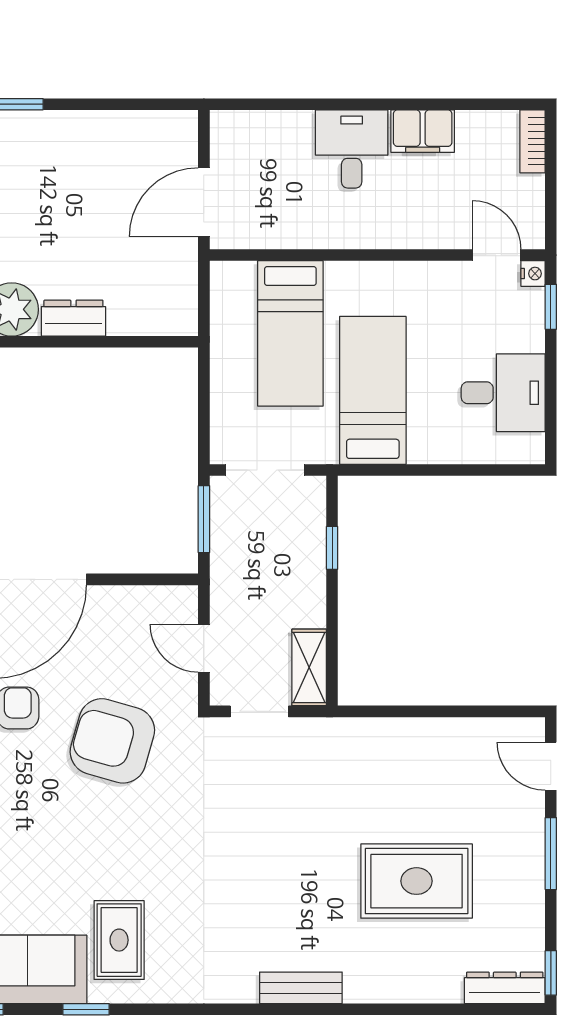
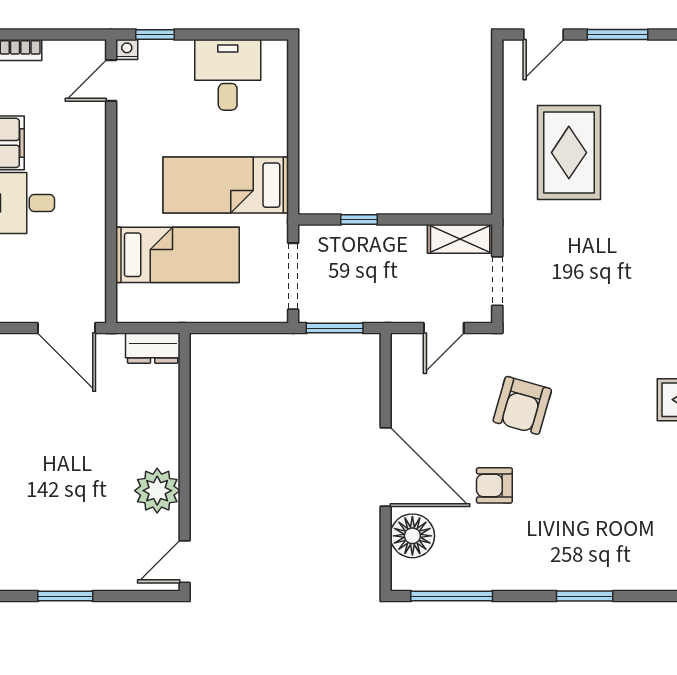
dresser: (73, 318) -> (153, 348), moved, turned -90
armchair: (112, 741) -> (522, 405), width x0.73, depth x0.73
rug: (417, 881) -> (569, 153), moved

